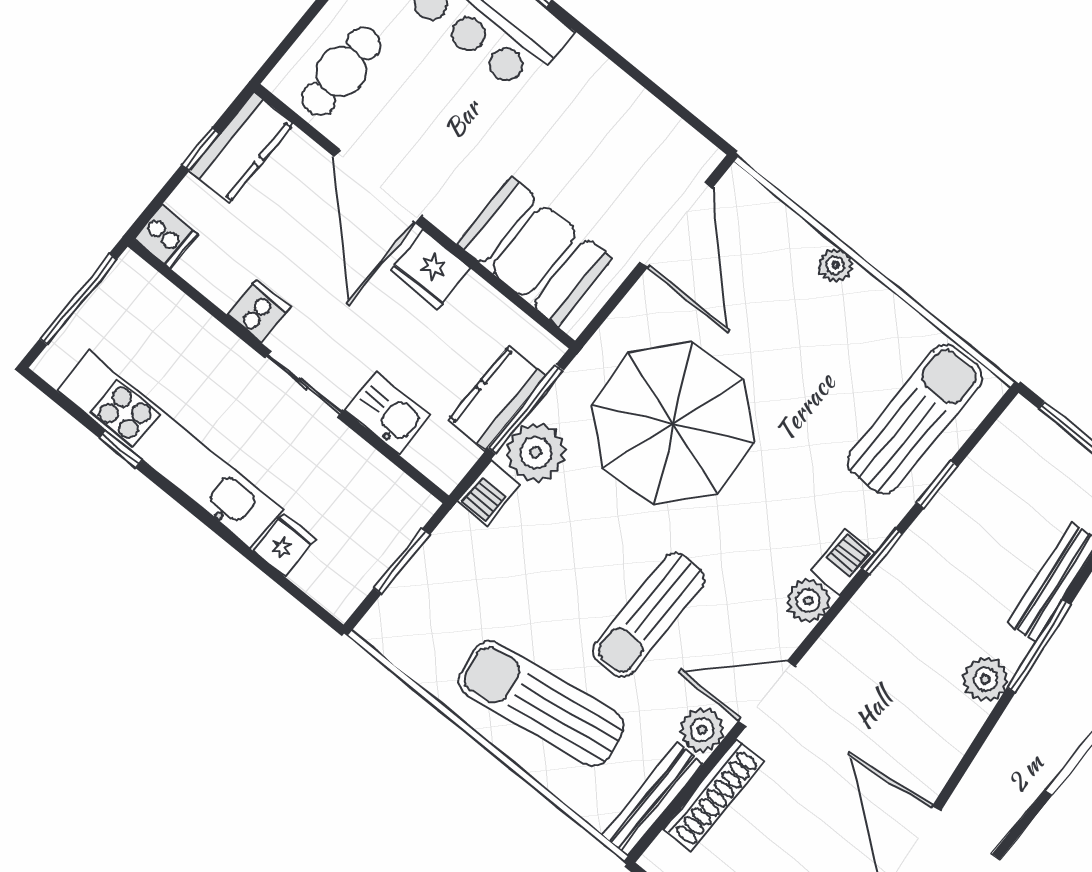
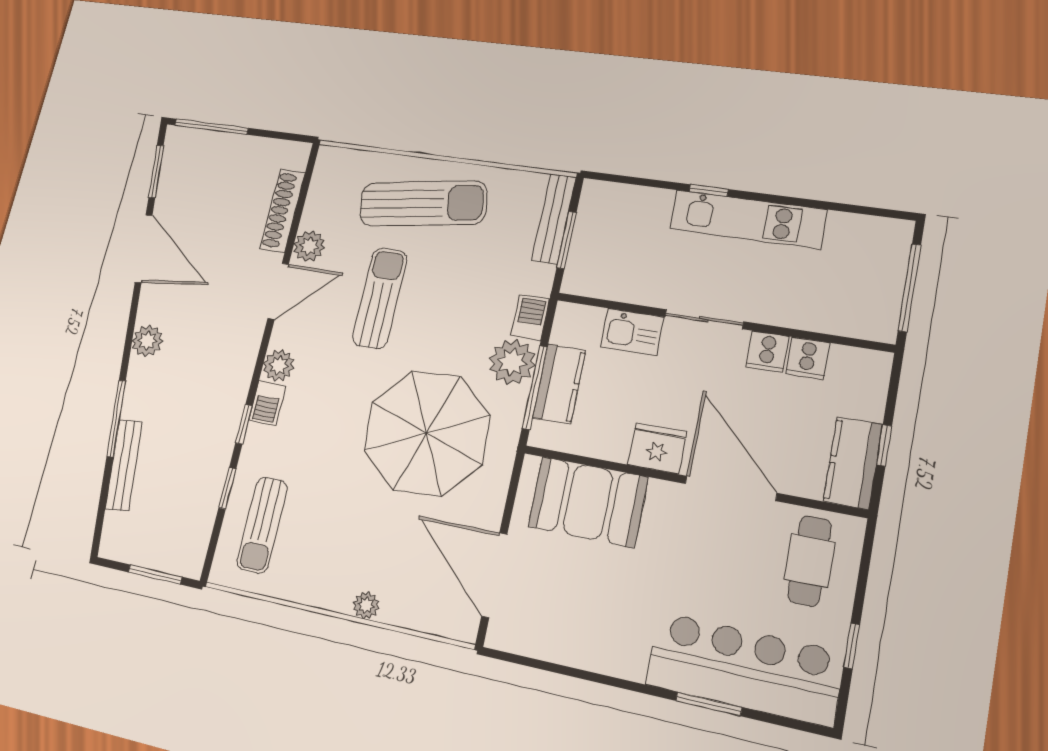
cooker: (166, 236) -> (808, 358), moved, turned -90
sun lounger: (915, 419) -> (262, 525), width x0.73, depth x0.75
window: (121, 449) -> (709, 190), moved
kitchen unit: (170, 450) -> (748, 219), width x0.73
fridge: (284, 545) -> (655, 206), removed
plant: (986, 679) -> (147, 341), moved
bench: (652, 799) -> (554, 219), moved

